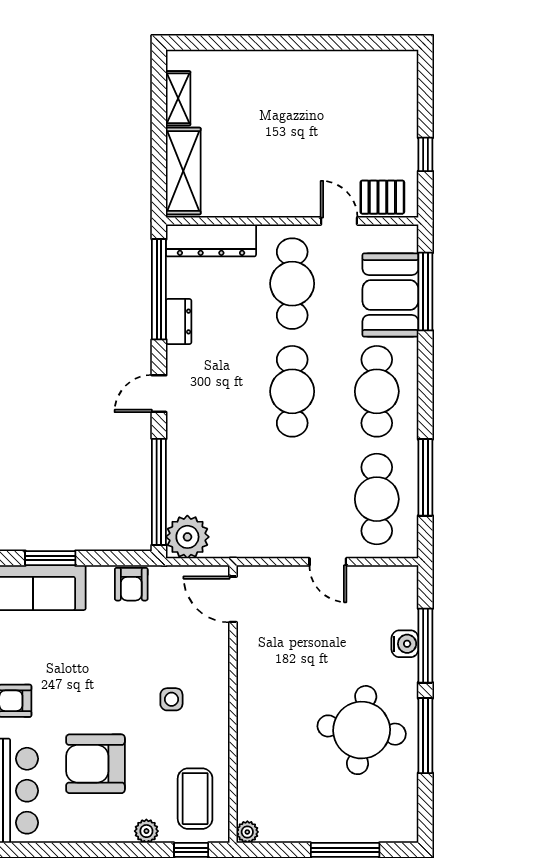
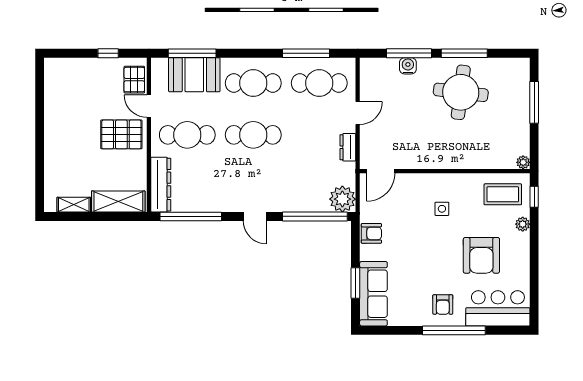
pallet: (293, 176) -> (121, 134), added
door: (339, 221) -> (149, 106), hinge flipped
dresser: (179, 321) -> (348, 147), moved, turned -90

